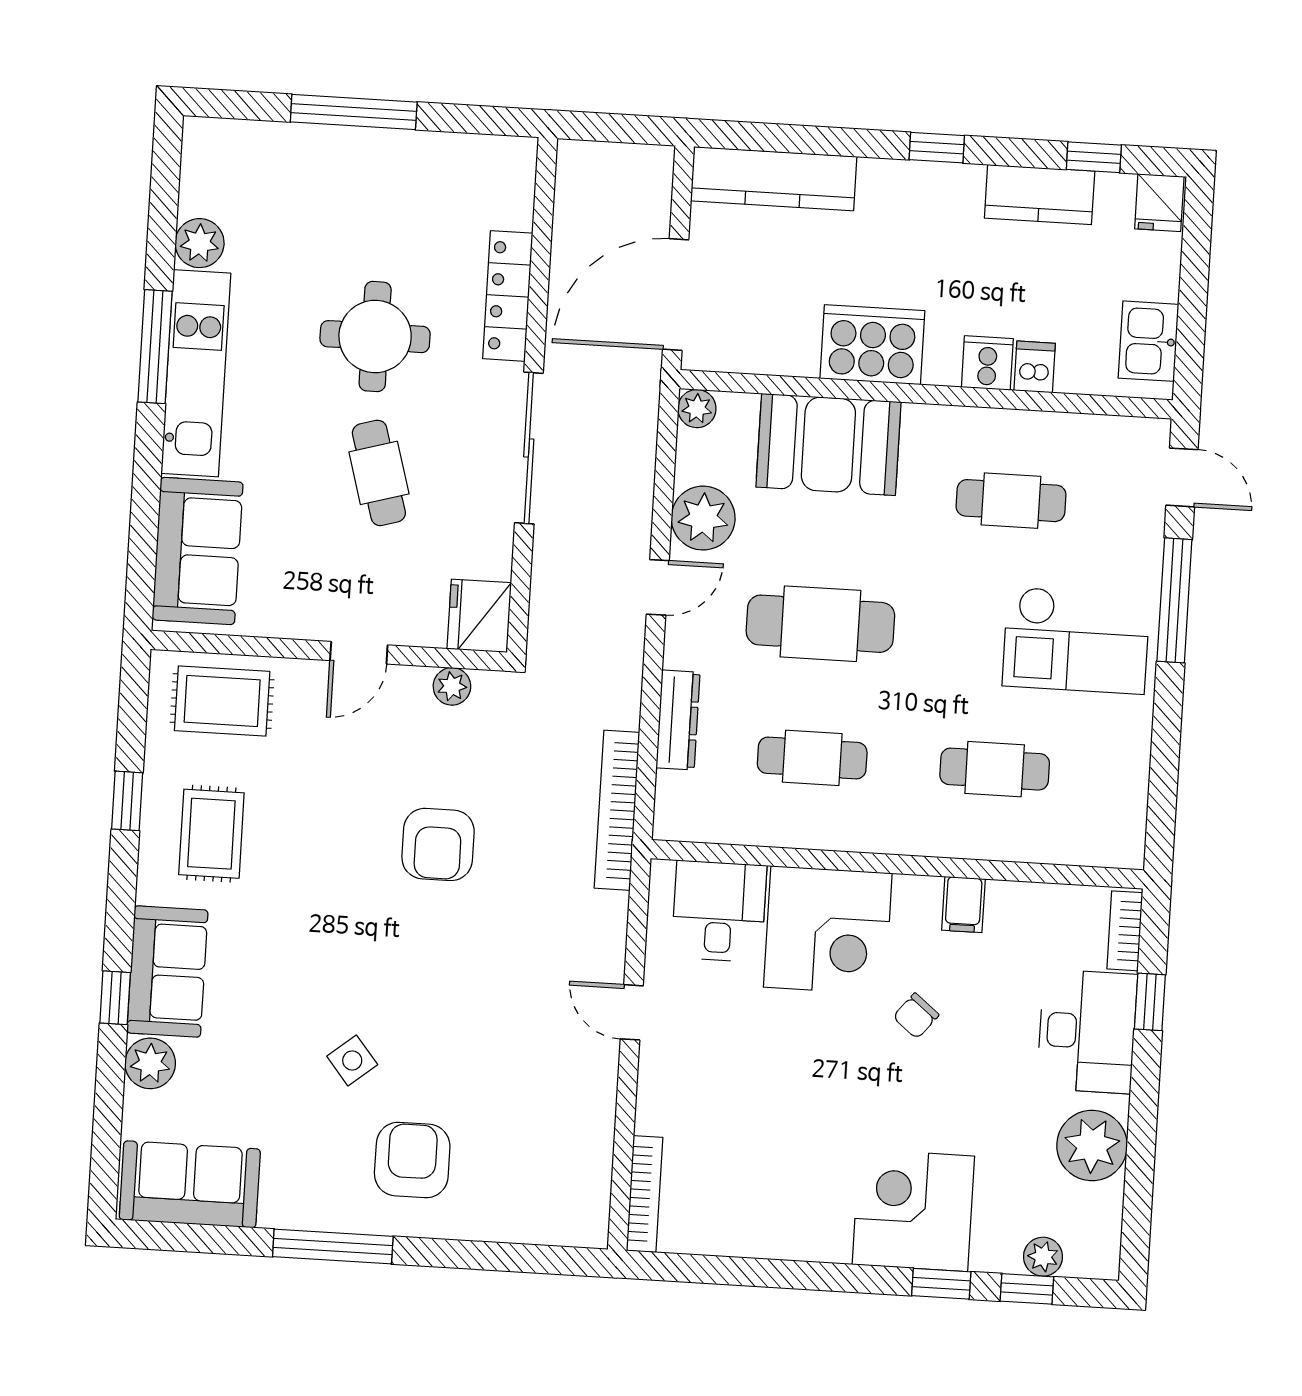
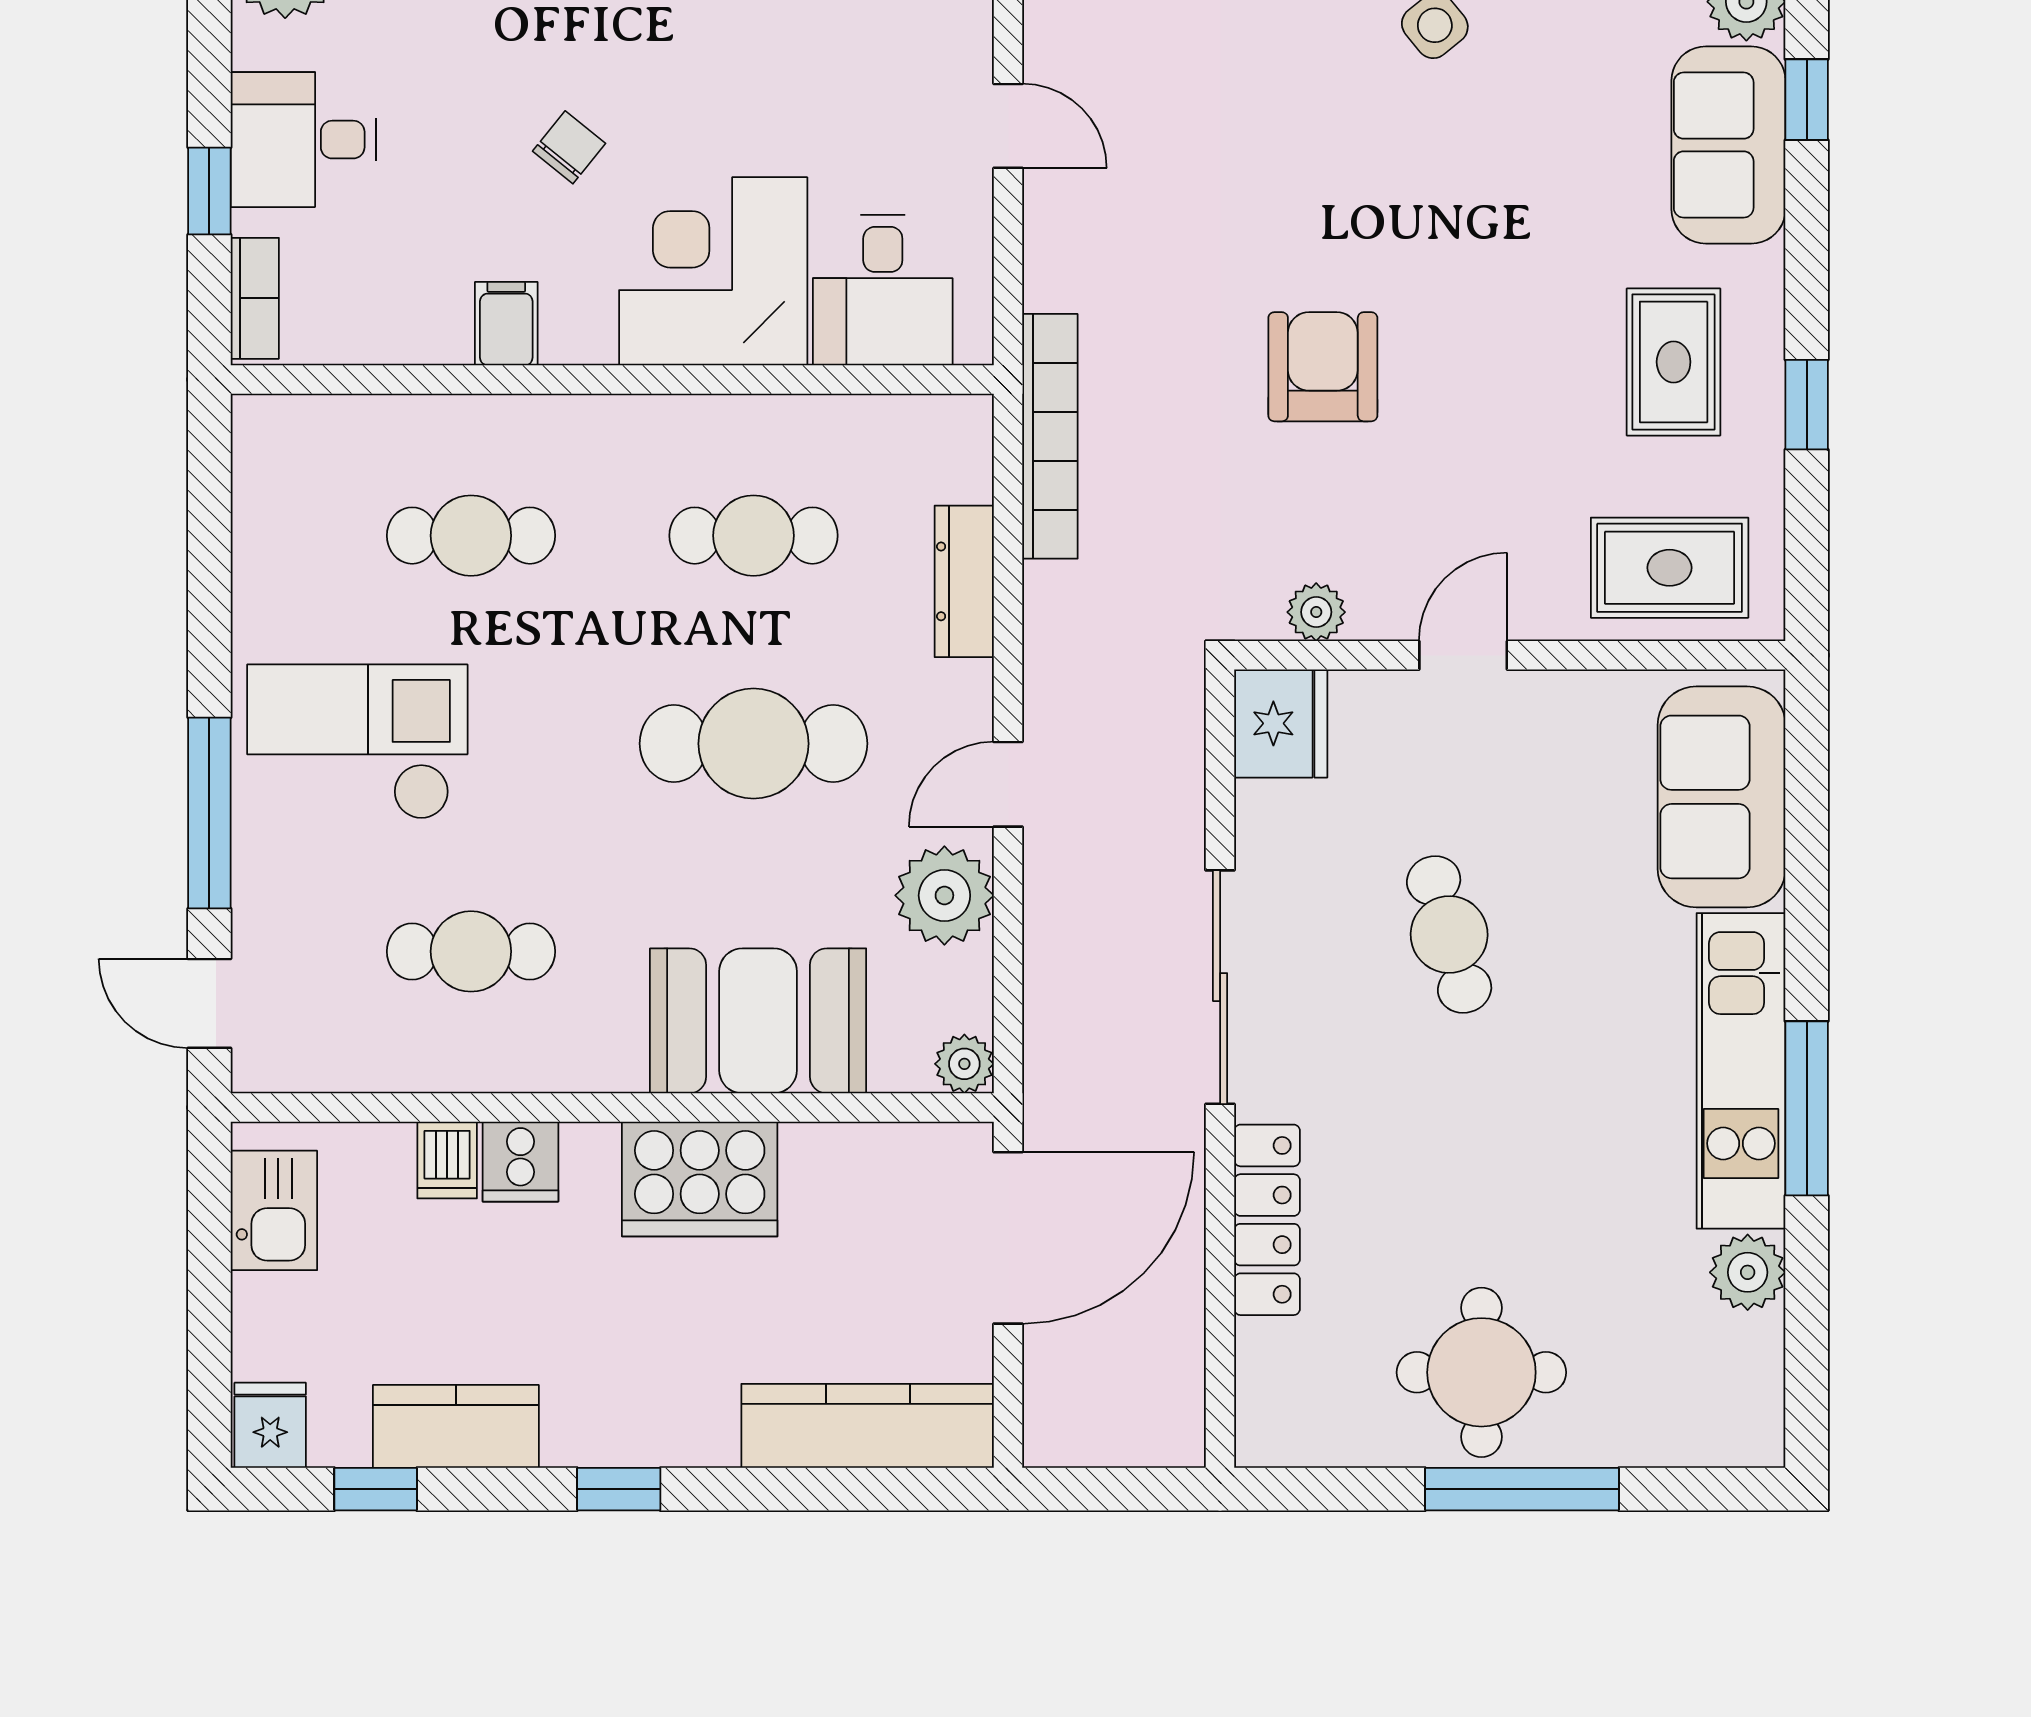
round table: (375, 337) -> (1481, 1372), moved
desk: (1087, 1031) -> (303, 140), width x0.73

